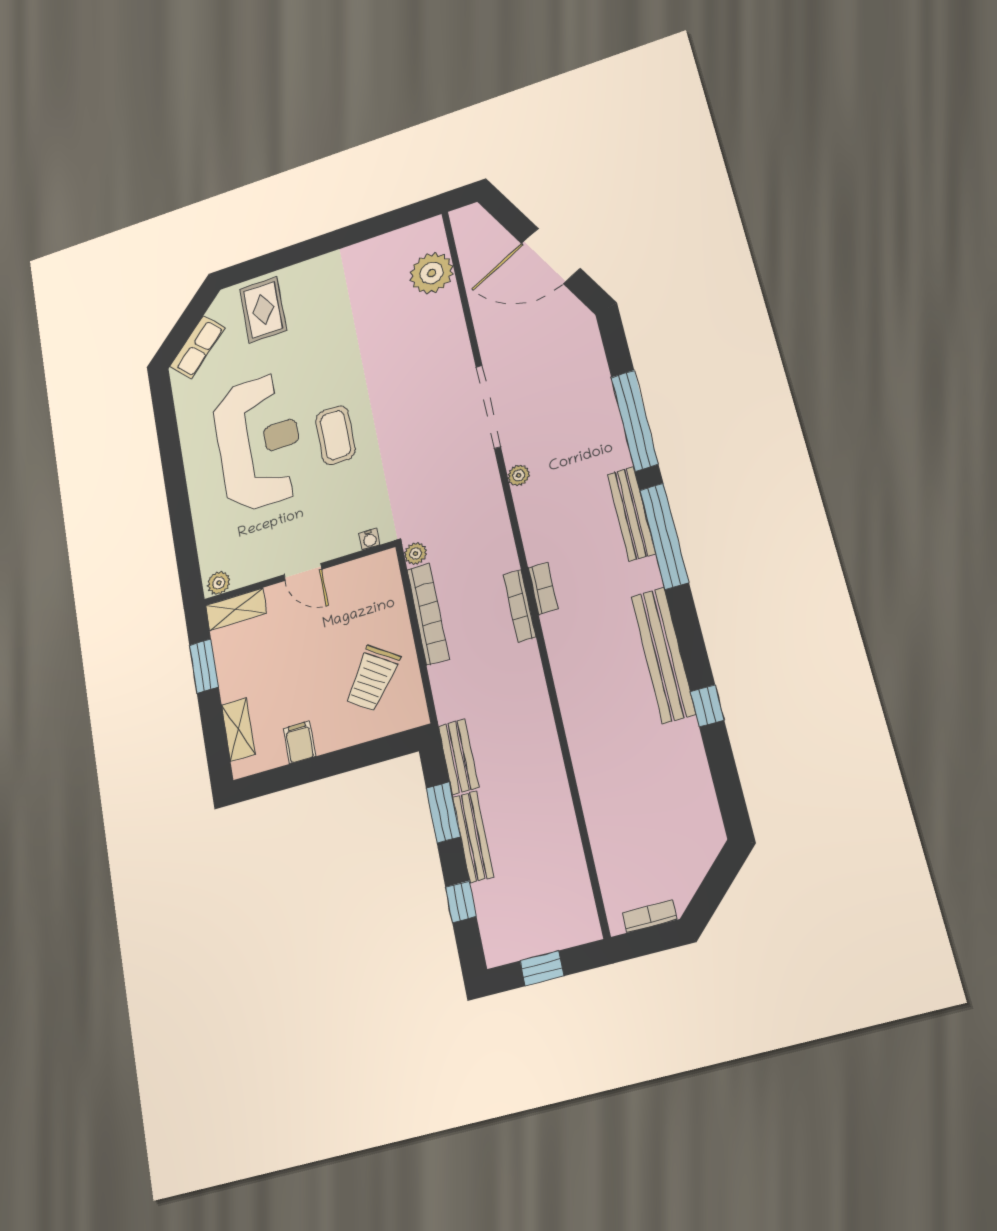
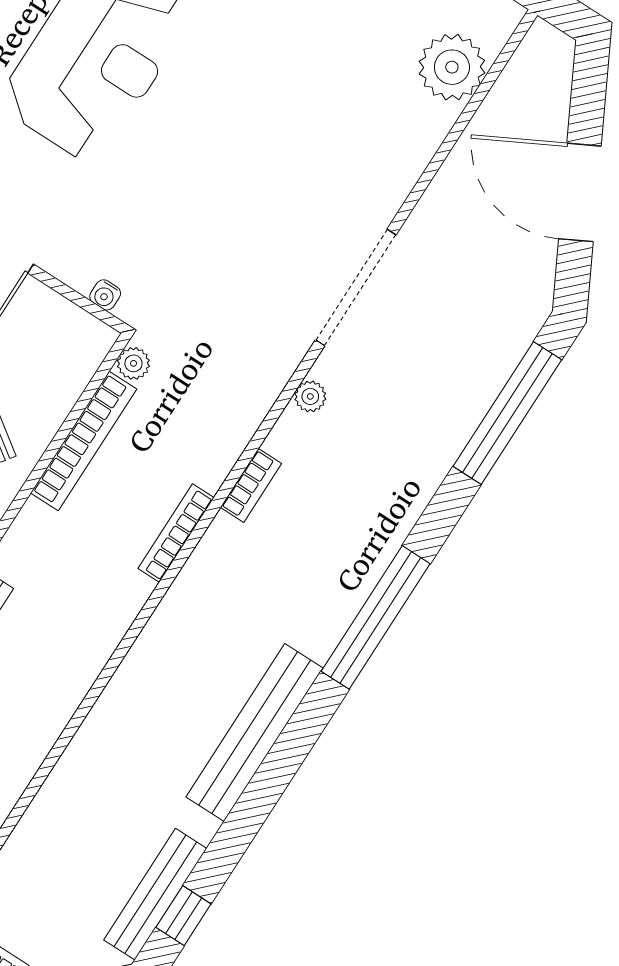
window: (635, 420) -> (507, 413), moved
coffee table: (335, 435) -> (182, 138), removed
bench: (631, 514) -> (155, 894), moved
bookcase: (543, 588) -> (251, 485), moved
window: (707, 706) -> (183, 916), moved

